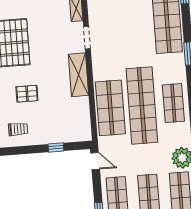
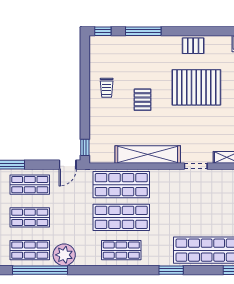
shelving: (79, 75) -> (148, 154), width x1.47
shop shelf: (142, 105) -> (121, 217), width x0.71
window: (56, 147) -> (85, 147), moved

